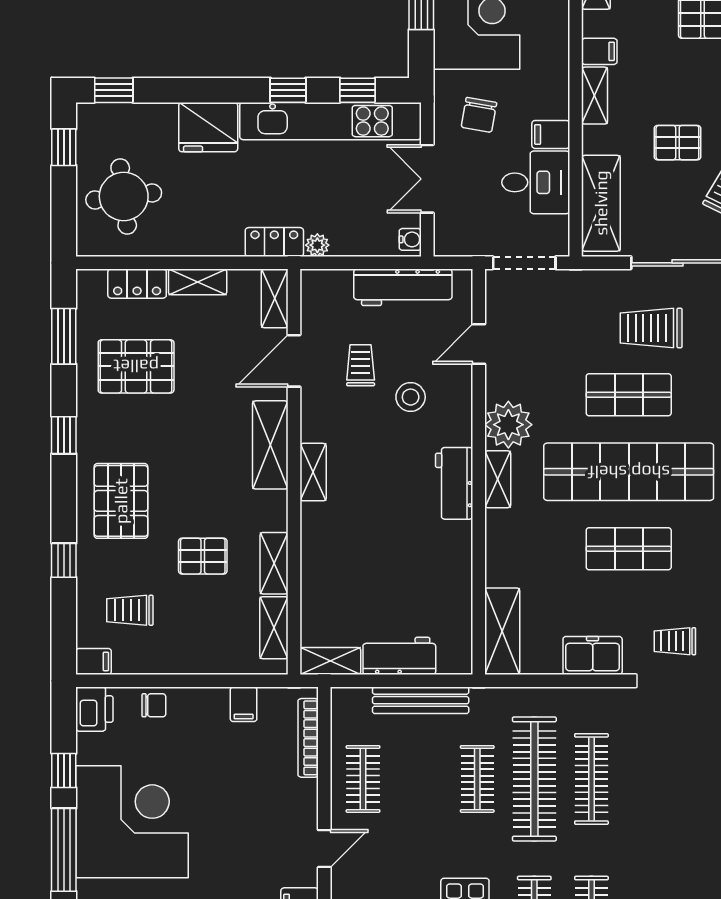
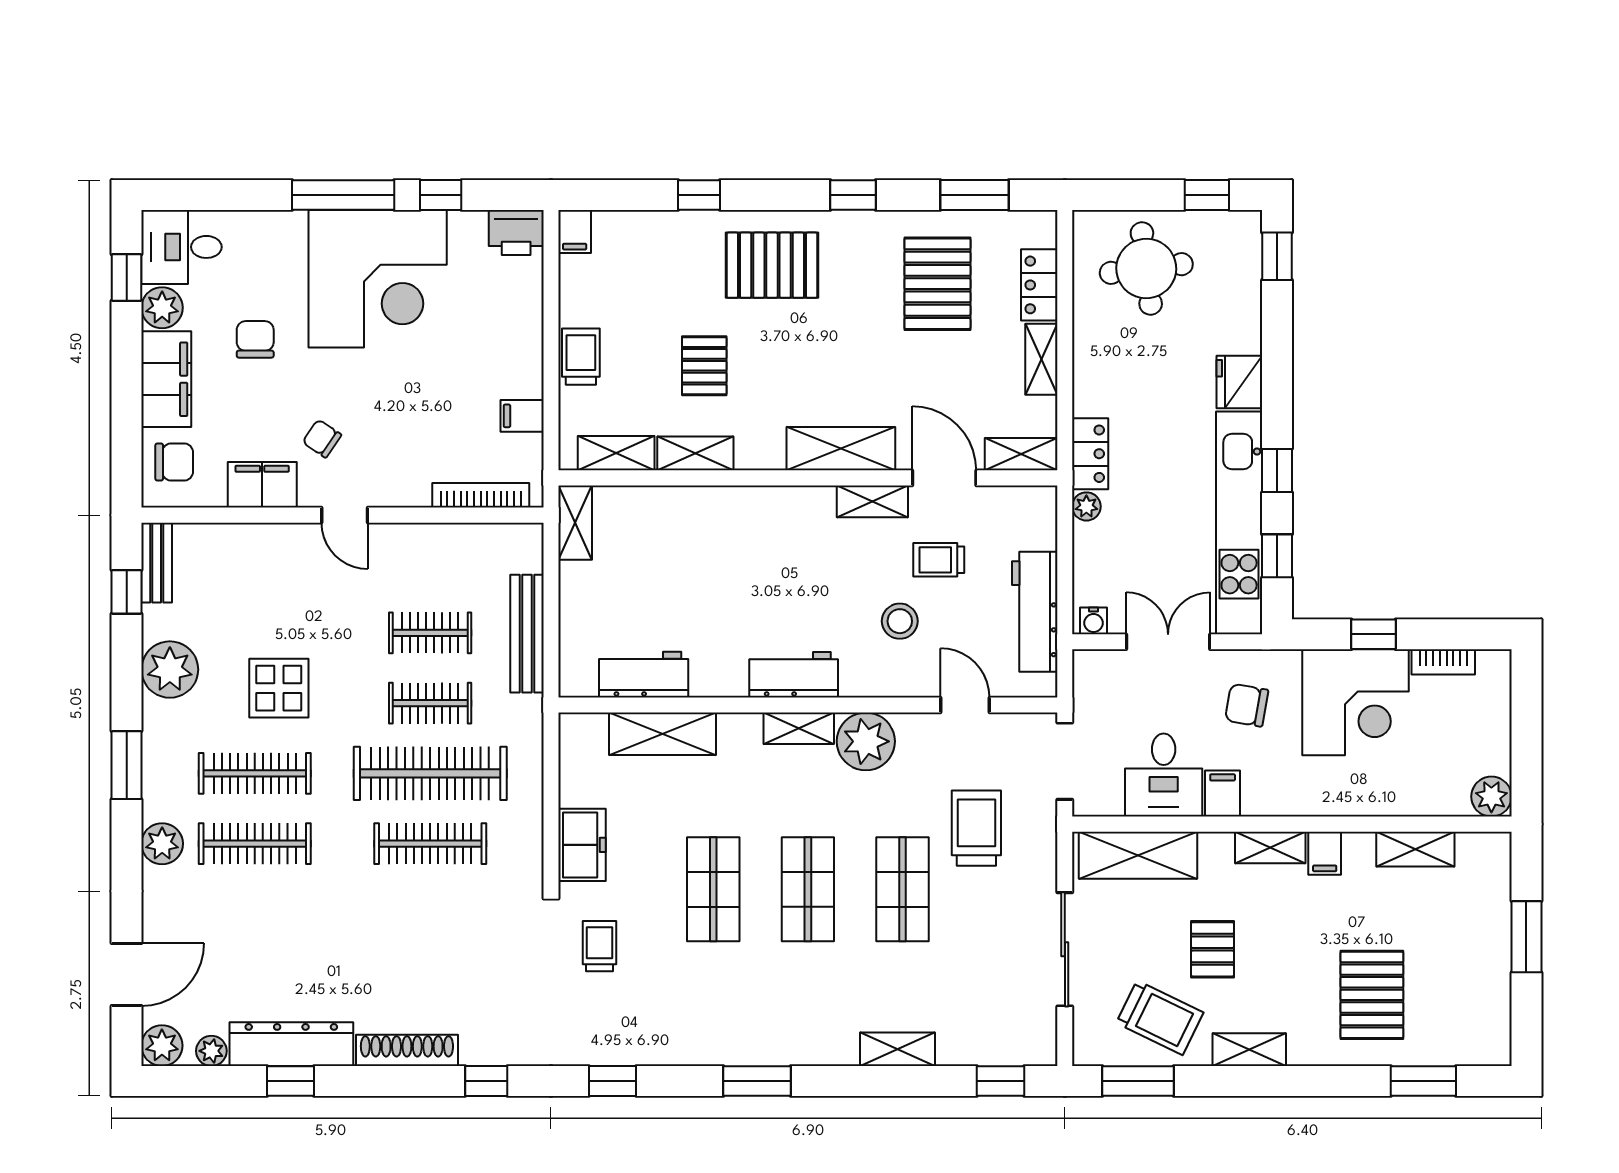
fridge: (208, 127) -> (1239, 382), width x0.73, depth x0.75
trolley: (651, 328) -> (976, 828), moved
trolley: (361, 365) -> (939, 560), turned 180
shelving: (313, 472) -> (872, 501), moved
shop shelf: (629, 472) -> (808, 889), width x0.50, depth x0.74
trolley: (130, 610) -> (581, 357), moved
shelving: (502, 631) -> (662, 734), moved
workbench: (399, 656) -> (644, 675), moved, turned -90
chair: (154, 705) -> (322, 439), moved, turned 124
clothes rail: (363, 779) -> (430, 633), moved

